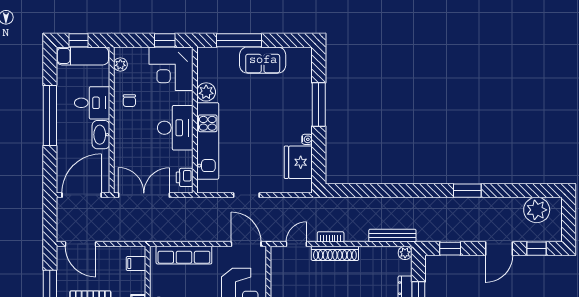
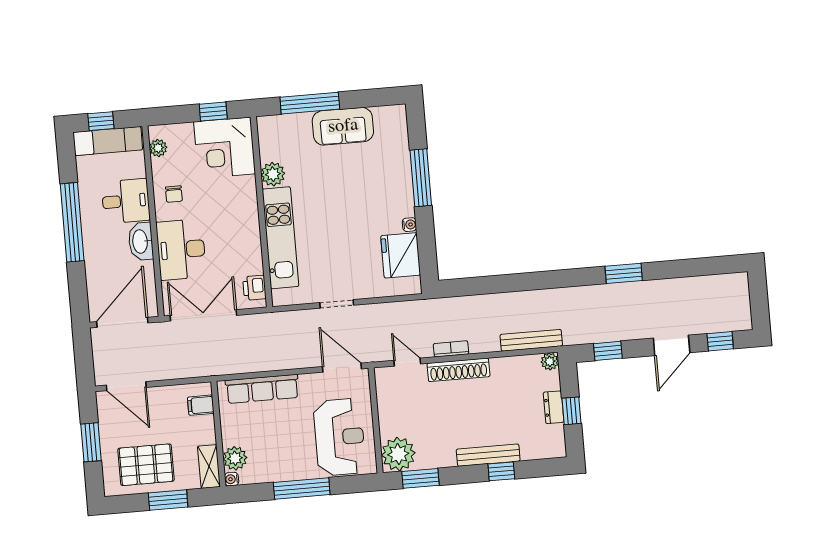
desk: (175, 128) -> (181, 250), moved, turned 180
plant: (537, 210) -> (716, 291), removed
door: (296, 244) -> (407, 362), hinge flipped

